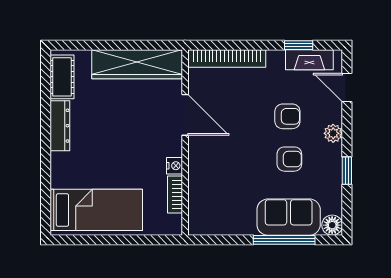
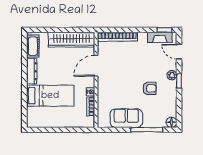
window: (299, 45) -> (164, 30), moved
door: (185, 115) -> (96, 66), swing flipped
armchair: (287, 116) -> (148, 66), removed
window: (347, 171) -> (179, 81), moved
bed: (96, 210) -> (50, 96), moved
sofa: (289, 217) -> (126, 118), moved

